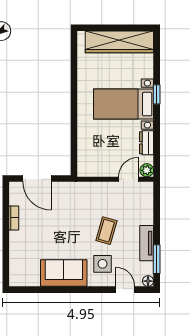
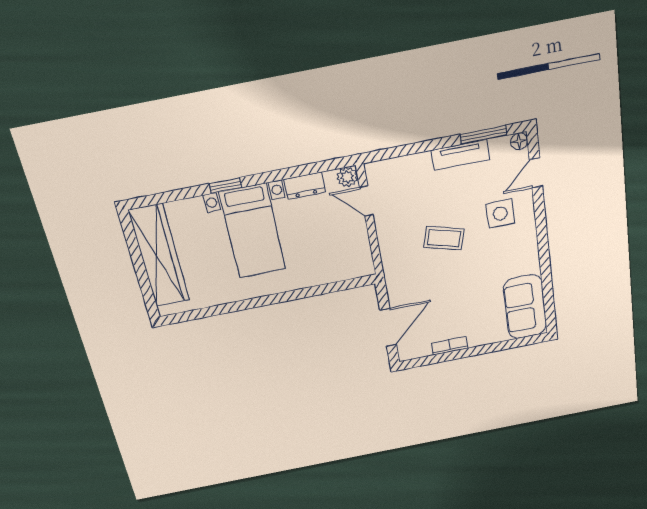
coffee table: (106, 231) -> (444, 238), moved
sofa: (64, 273) -> (525, 307), moved

